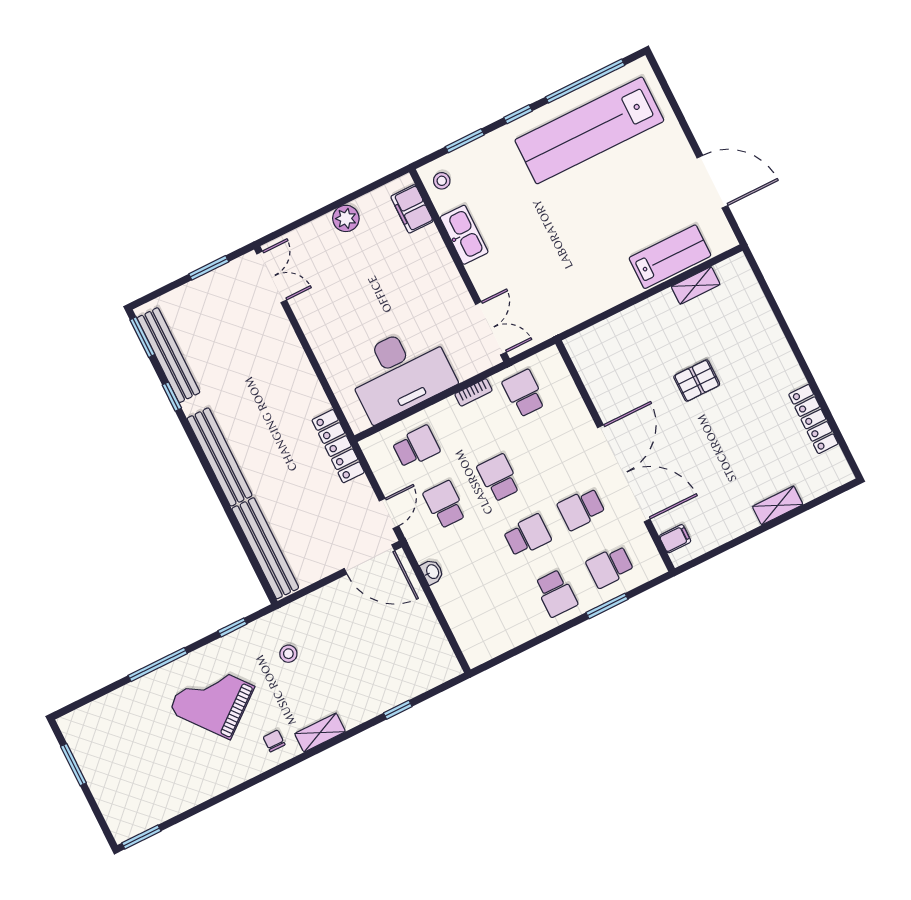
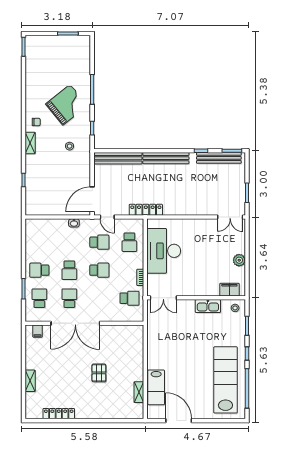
door: (712, 182) -> (179, 421), swing flipped

